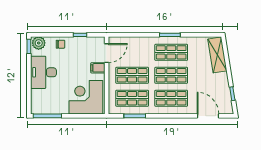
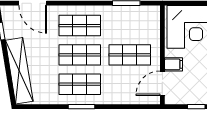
shelving: (217, 55) -> (19, 71), width x1.47
shop shelf: (132, 98) -> (130, 26), removed

